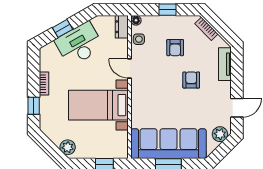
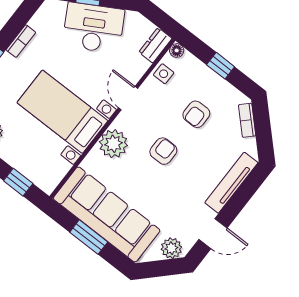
tv unit: (225, 64) -> (231, 183), width x1.41
armchair: (191, 80) -> (163, 151), moved
plant: (141, 101) -> (113, 144), added

